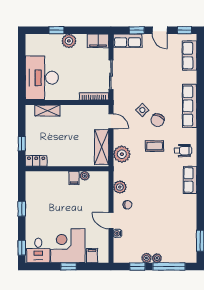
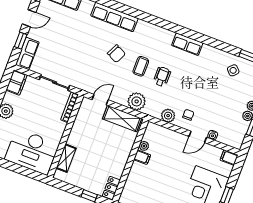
side table: (142, 110) -> (233, 70), moved
wheelchair: (183, 151) -> (162, 77), moved
filing cabinet: (92, 256) -> (229, 158), moved

